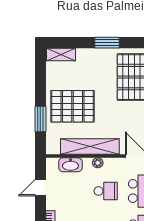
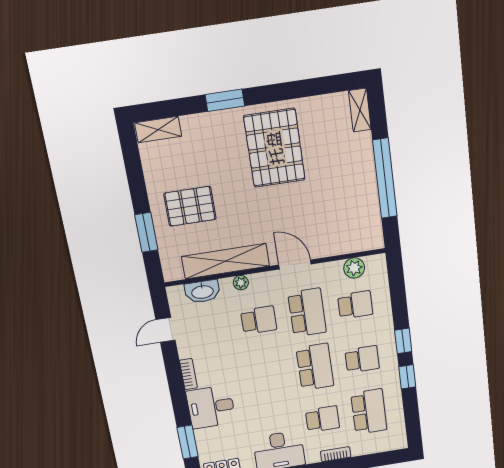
pallet: (73, 106) -> (190, 206), width x0.73, depth x0.71

